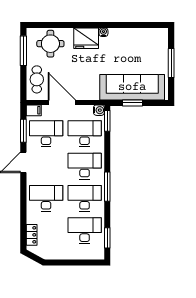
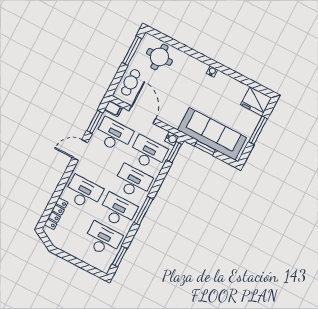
fridge: (86, 38) -> (256, 101), moved
locker: (32, 235) -> (56, 214), width x1.53

